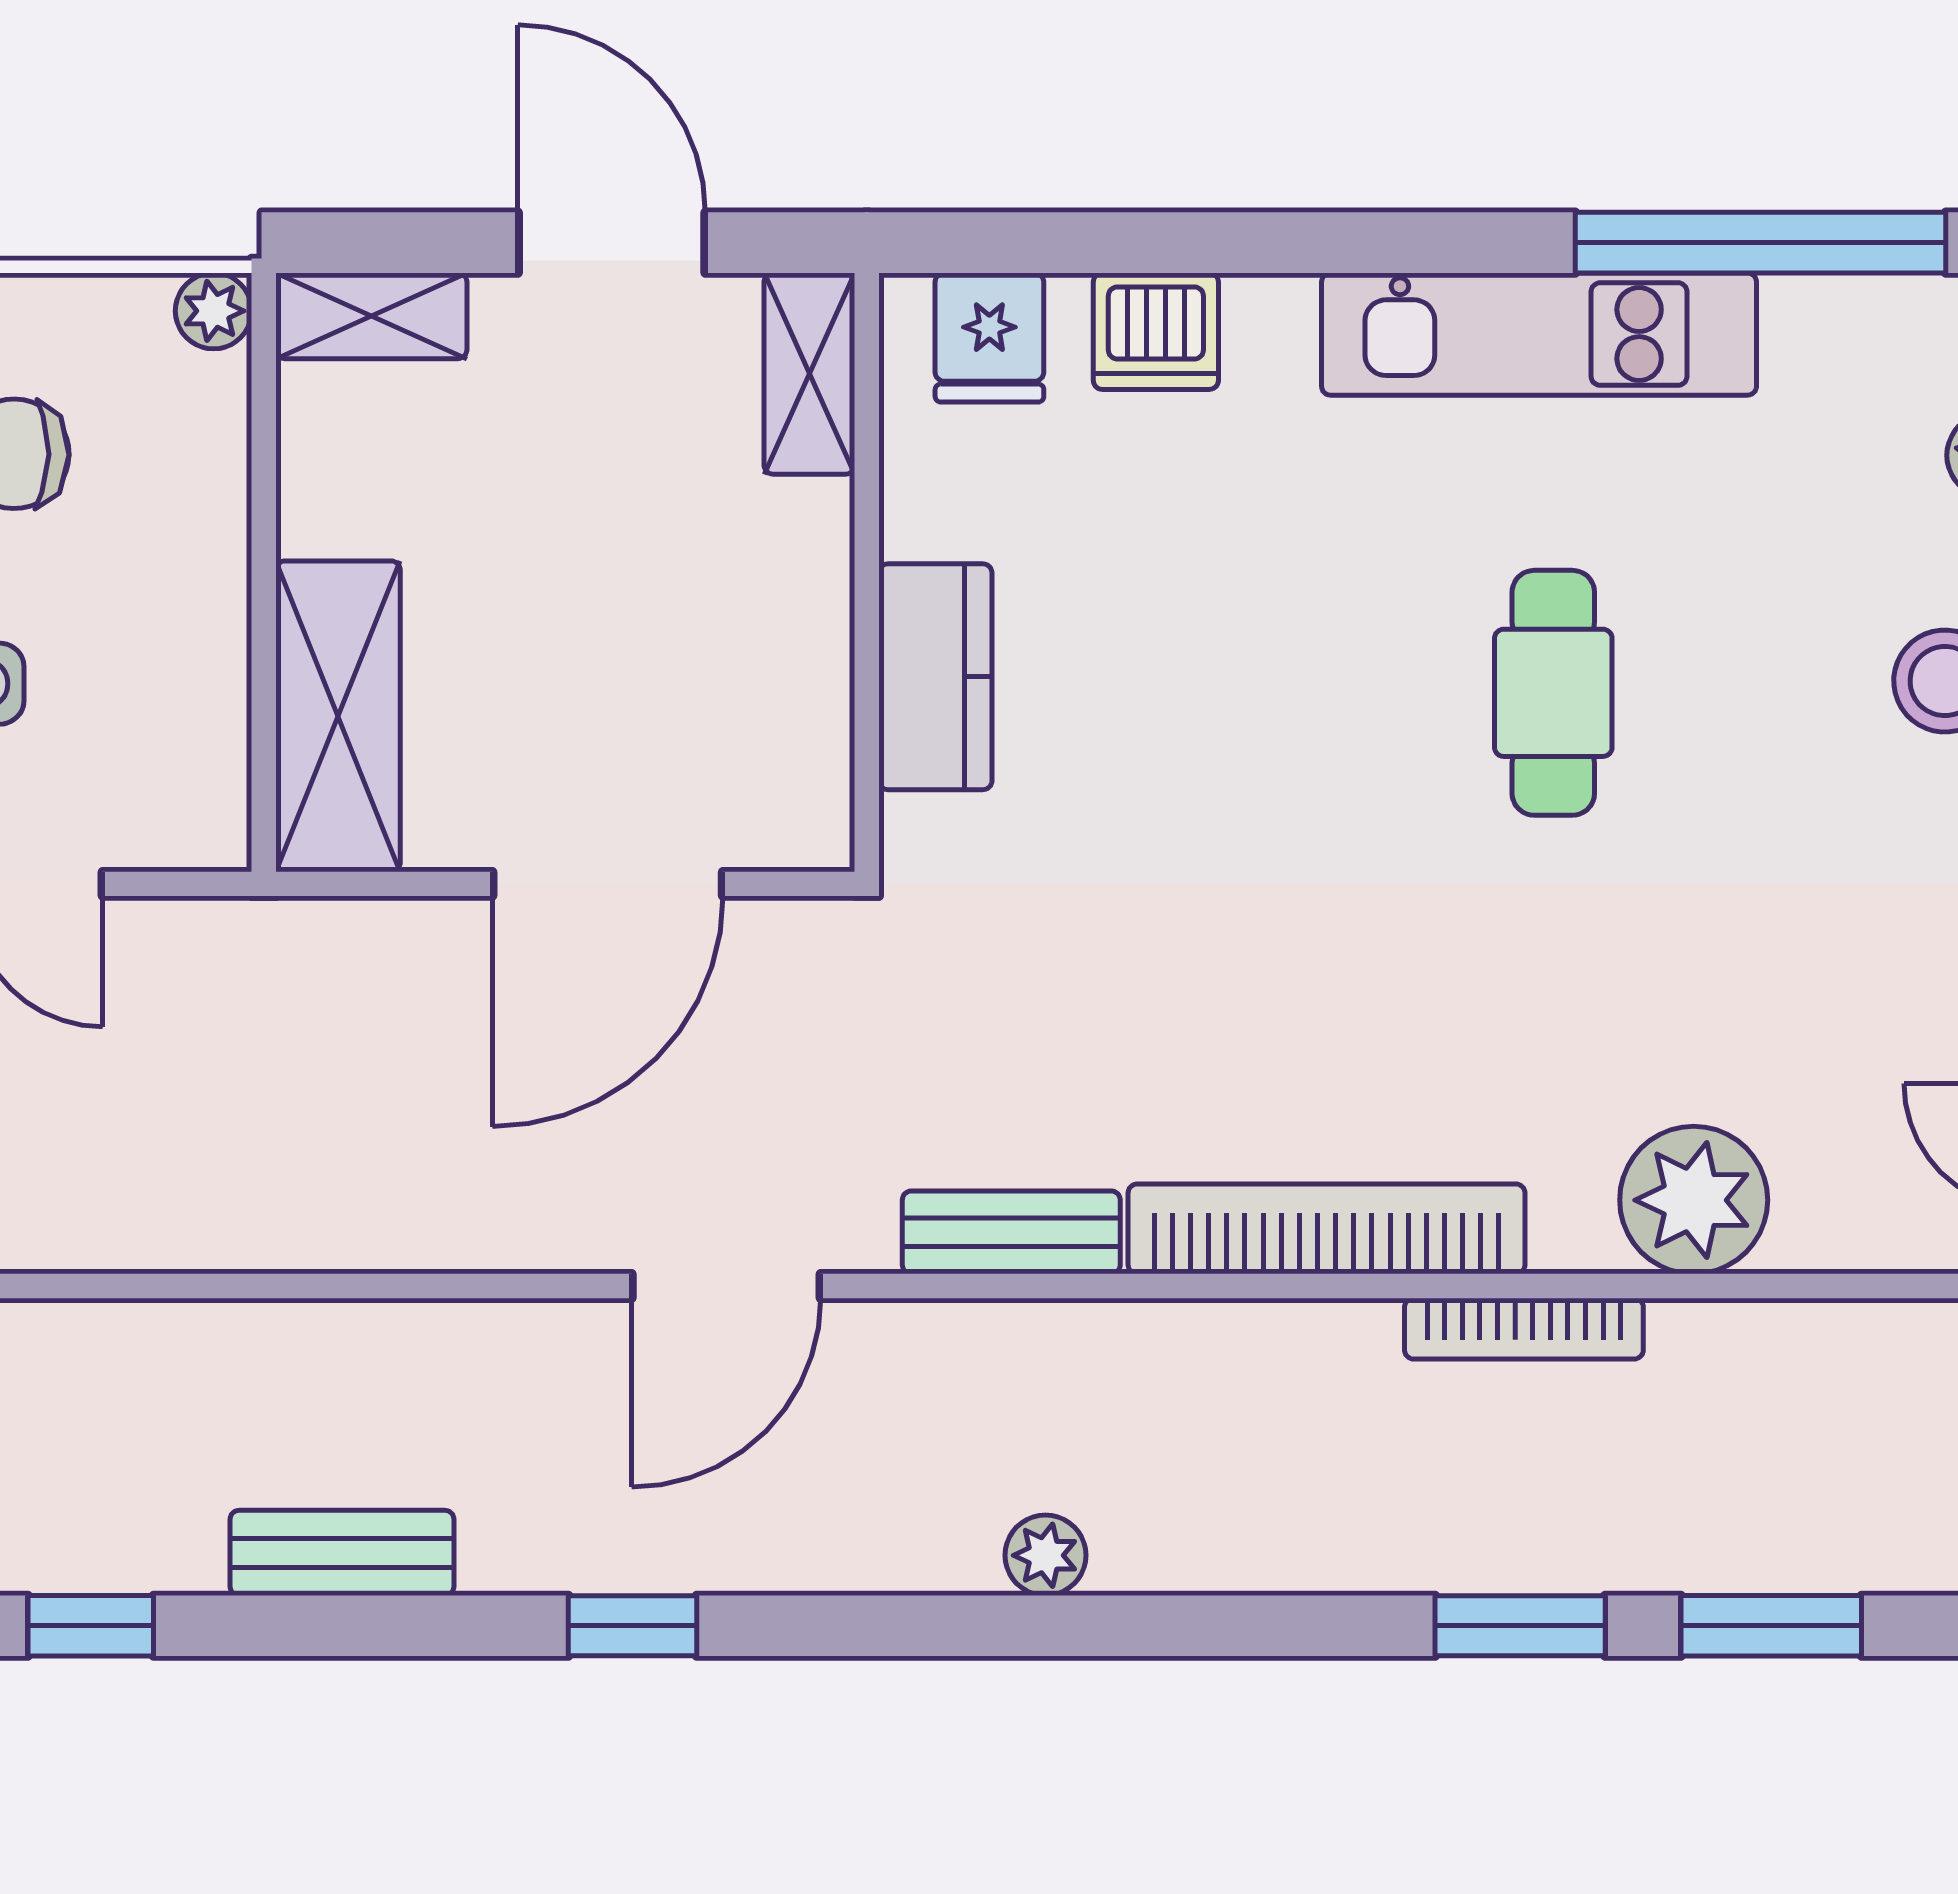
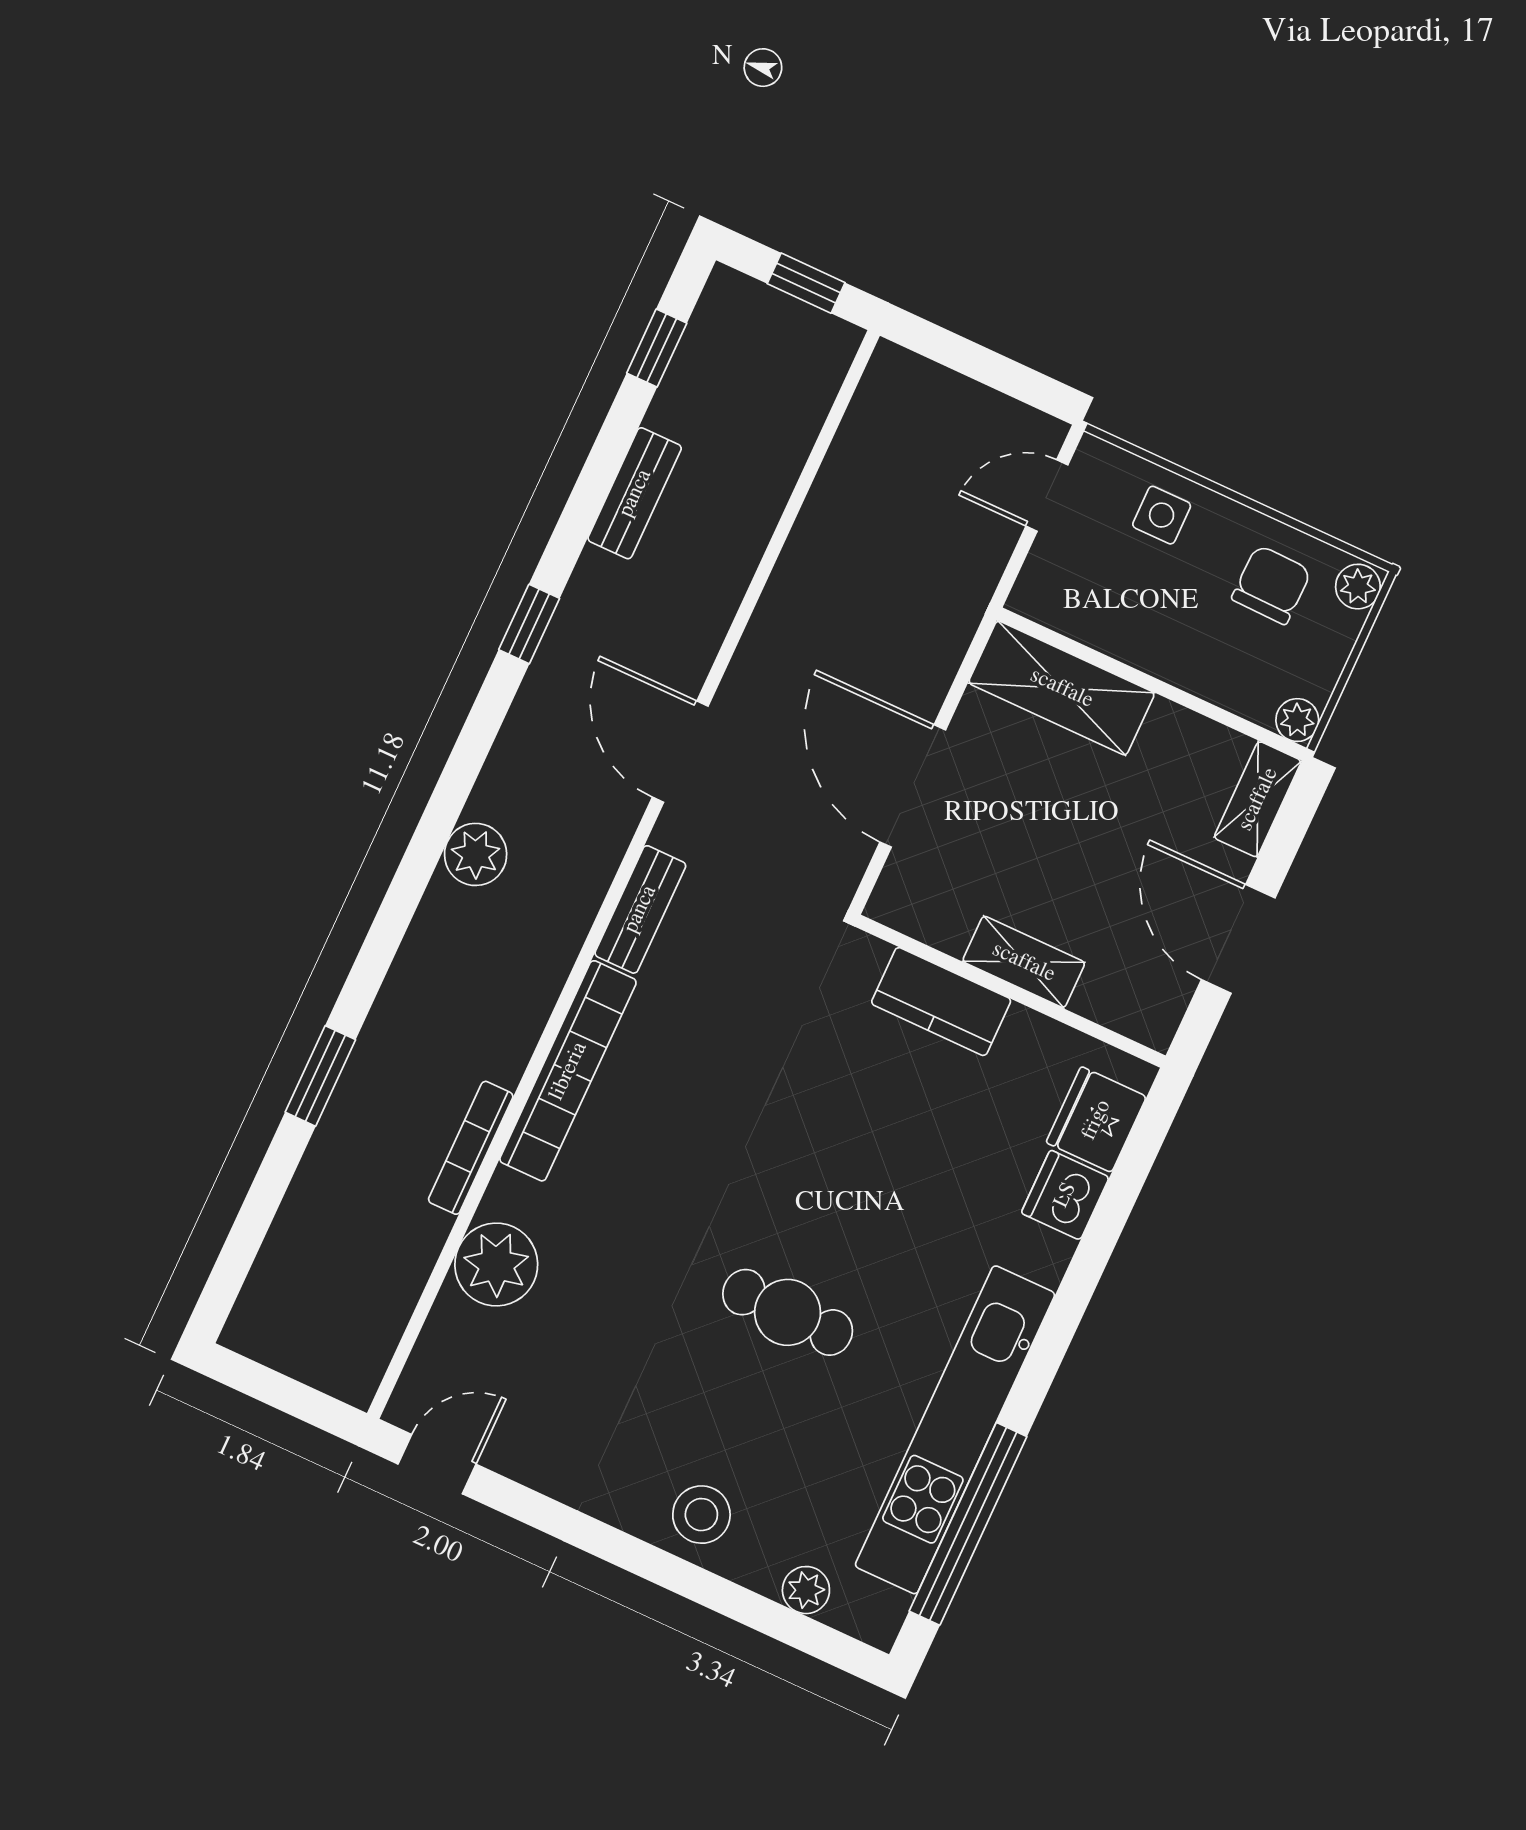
door: (612, 243) -> (1238, 939), swing flipped
kitchen unit: (1539, 334) -> (955, 1430), width x1.36
fridge: (989, 337) -> (1096, 1120), width x1.38
shelving: (809, 374) -> (1024, 962), moved
plant: (1045, 1555) -> (476, 854), width x1.38, depth x1.38
window: (1771, 1626) -> (261, 1204), removed

